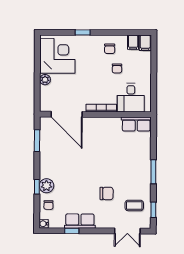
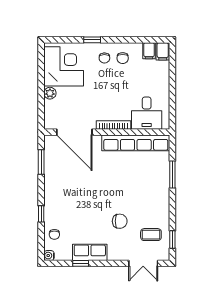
chair: (117, 68) -> (104, 58), moved
row of seats: (136, 124) -> (136, 143), width x2.02
window: (153, 172) -> (172, 175), moved
plant: (46, 186) -> (52, 213), removed

